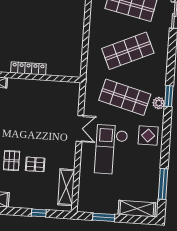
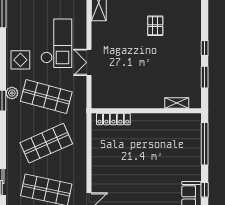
locker: (28, 68) -> (113, 119), moved
pallet: (35, 164) -> (131, 23), removed

